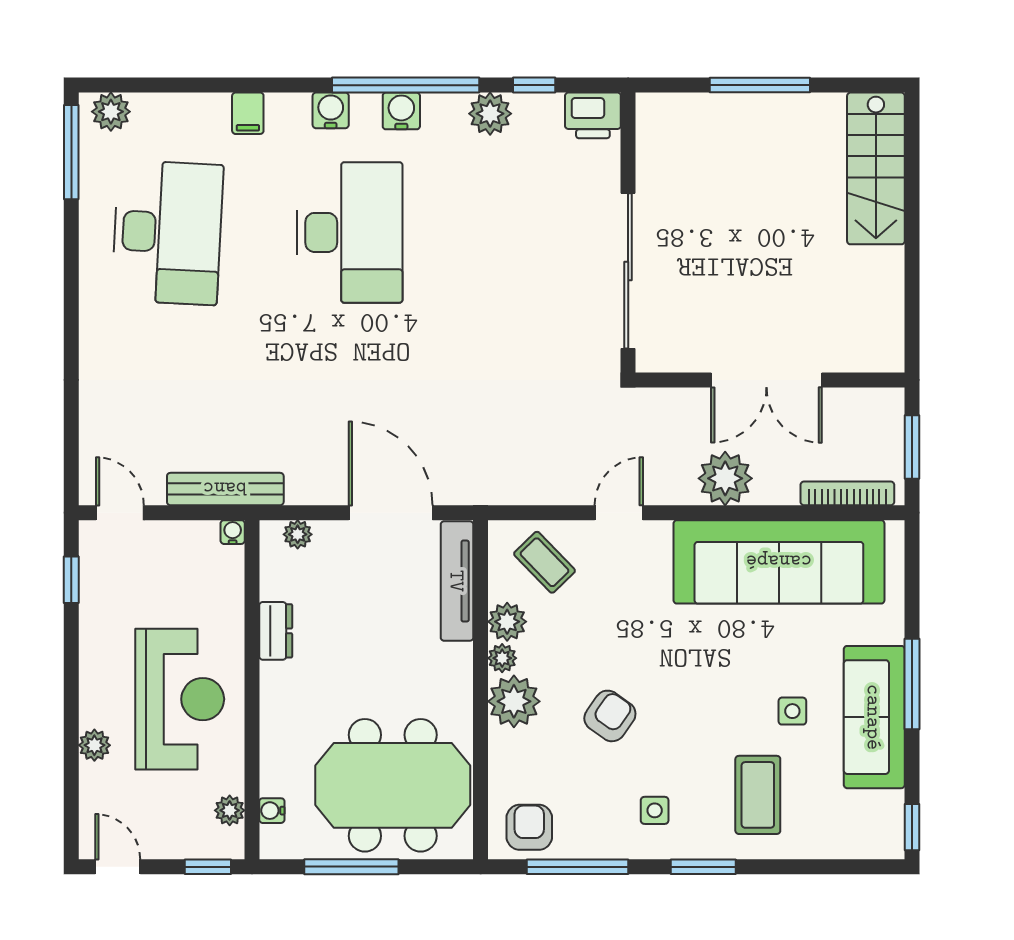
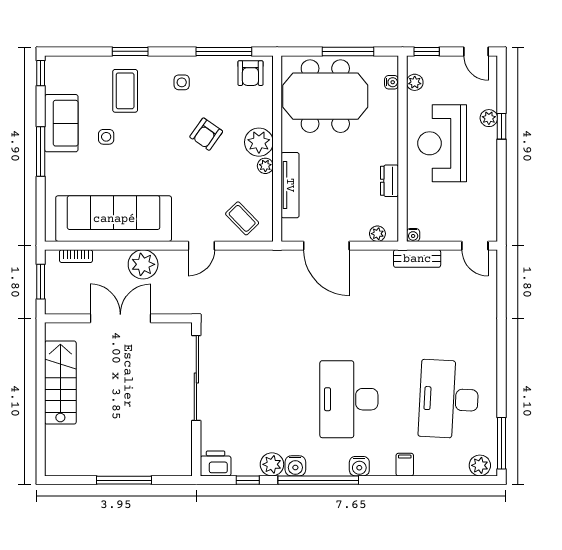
water cooler: (401, 111) -> (295, 466), moved
stairs: (876, 168) -> (60, 383), moved
bench: (225, 489) -> (417, 259), width x0.73
bookcase: (847, 493) -> (76, 256), width x0.64
window: (71, 580) -> (502, 126), moved
tv unit: (457, 581) -> (290, 185), moved
plant: (507, 622) -> (263, 186), removed
sofa: (874, 717) -> (61, 123), width x0.73
window: (703, 867) -> (130, 51), moved

